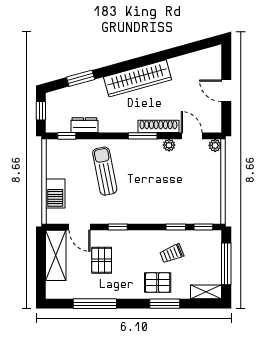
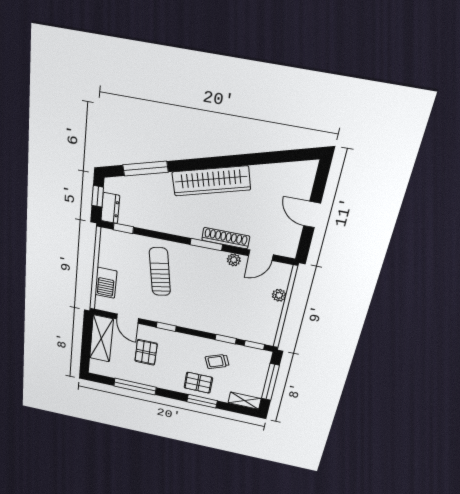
window: (81, 78) -> (145, 169), width x1.44
dresser: (84, 125) -> (110, 208), moved, turned 90
door: (192, 136) -> (261, 255), swing flipped
plant: (215, 145) -> (279, 295), moved

